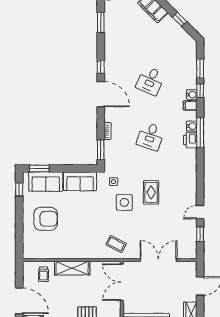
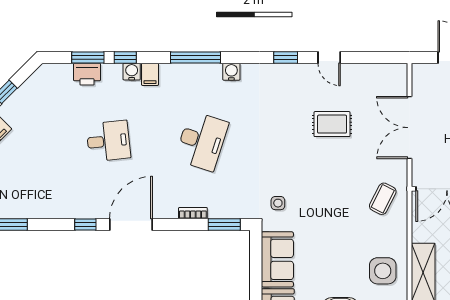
desk: (150, 81) -> (108, 141), turned -30
water cooler: (192, 126) -> (231, 72), moved
desk: (150, 136) -> (202, 141), width x1.37
printer: (190, 140) -> (87, 74), moved
rug: (151, 192) -> (332, 124), moved
side table: (124, 202) -> (383, 271), moved
window: (200, 234) -> (286, 57), moved

